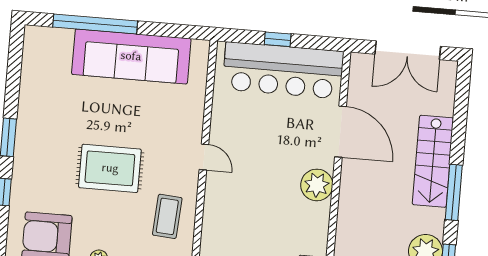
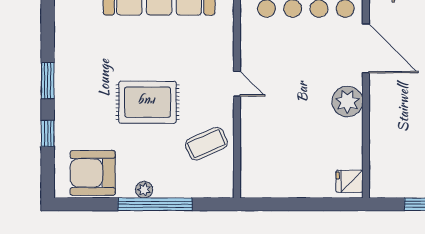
coffee table: (167, 216) -> (206, 144), turned 62

